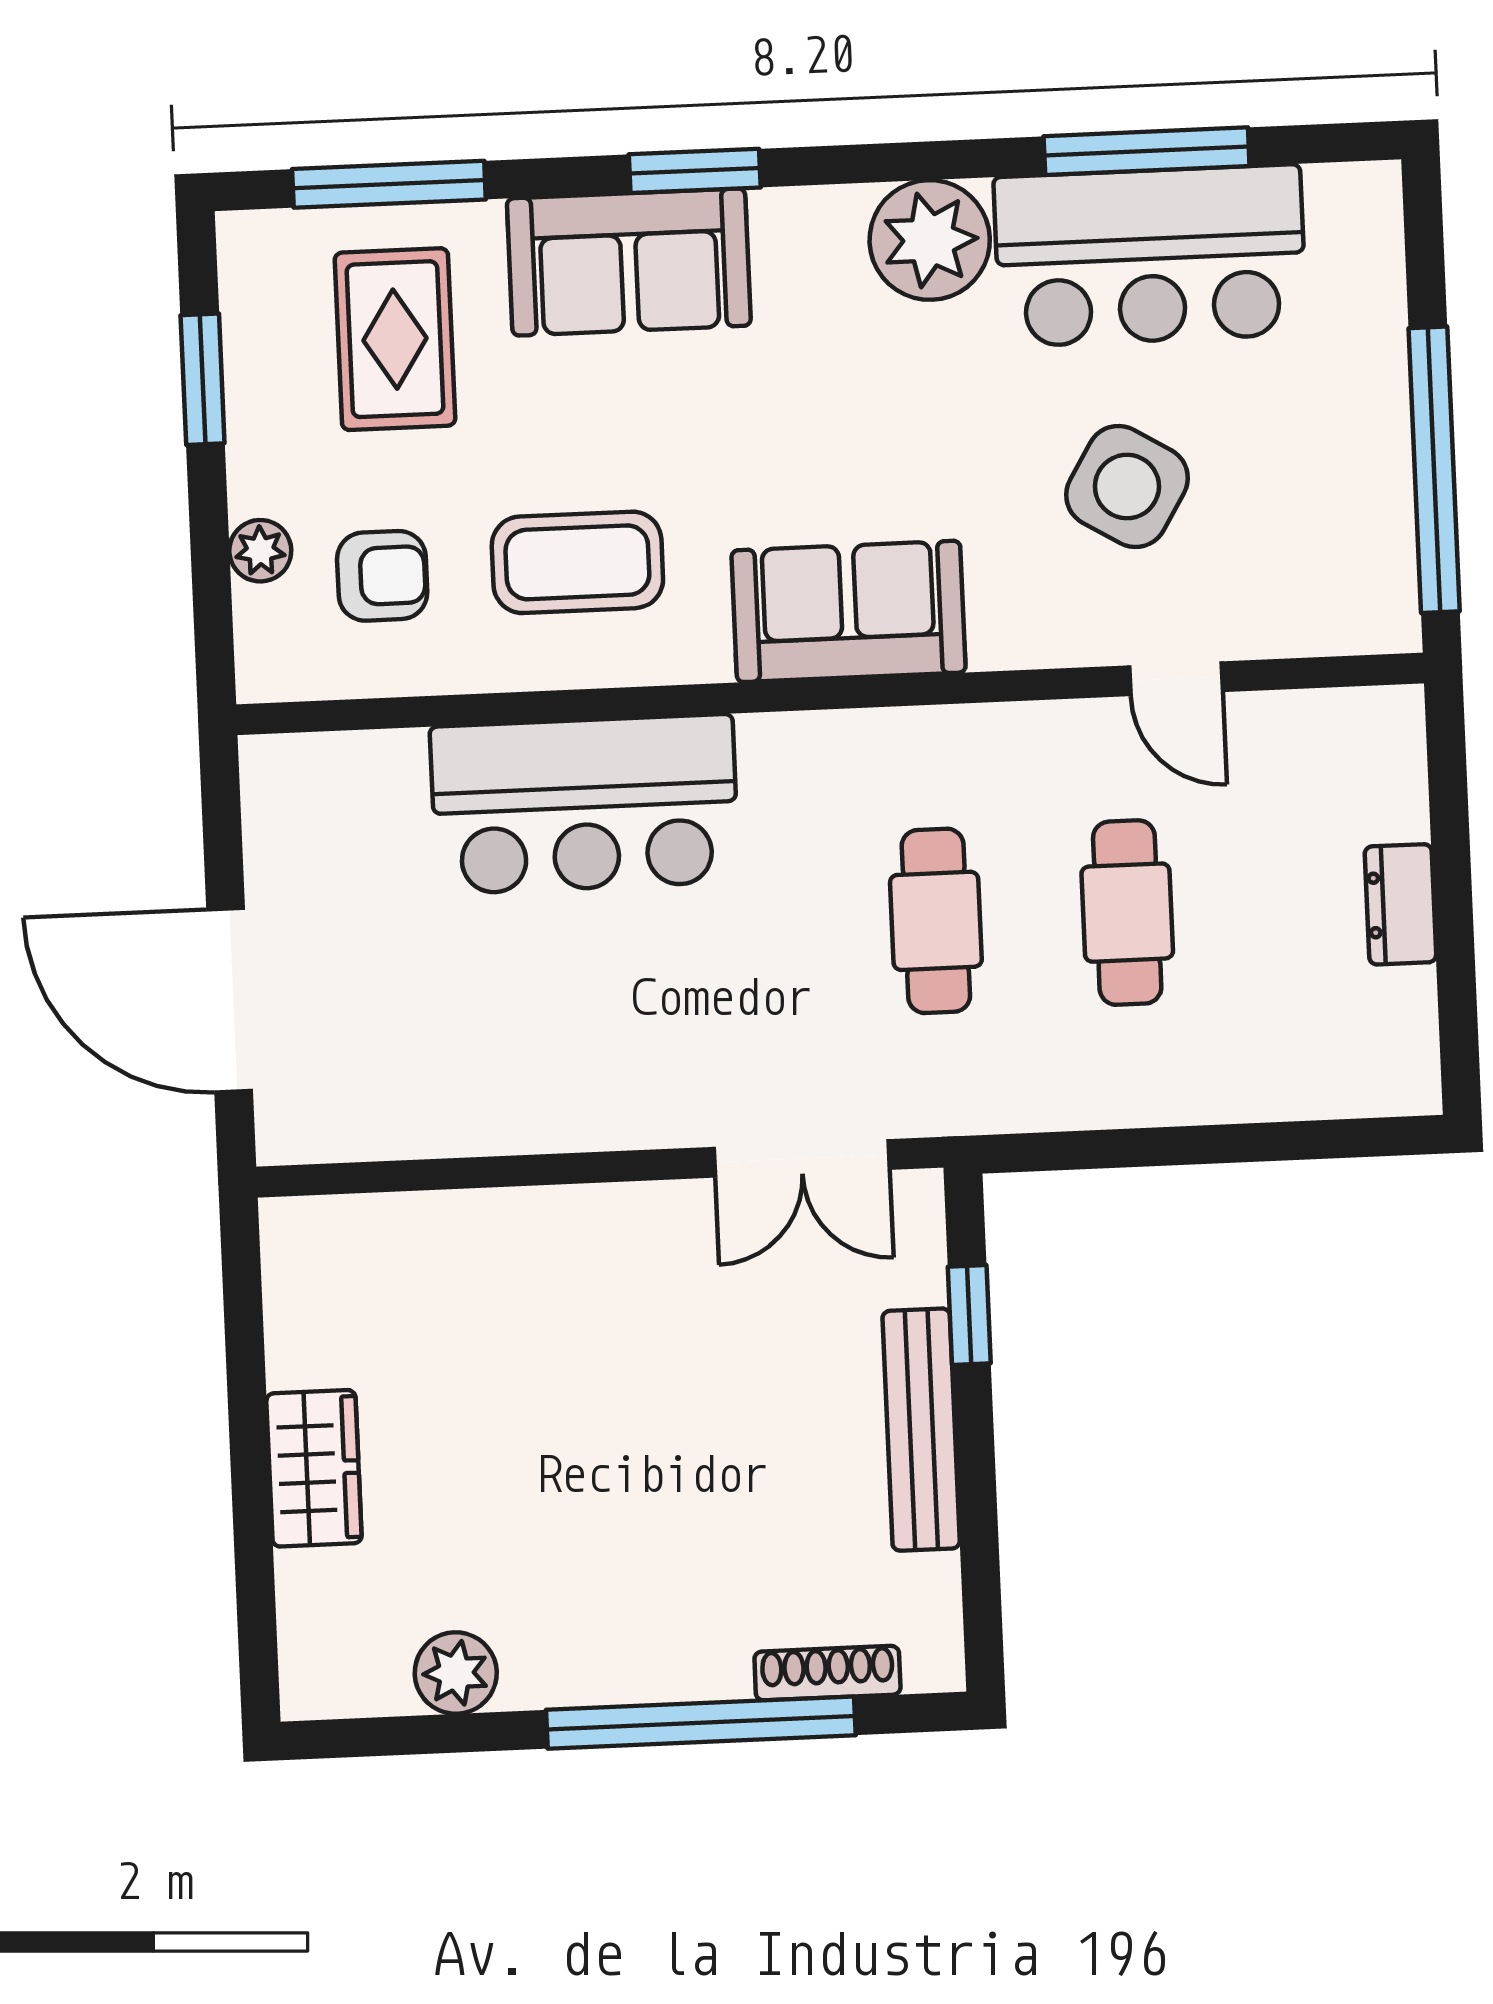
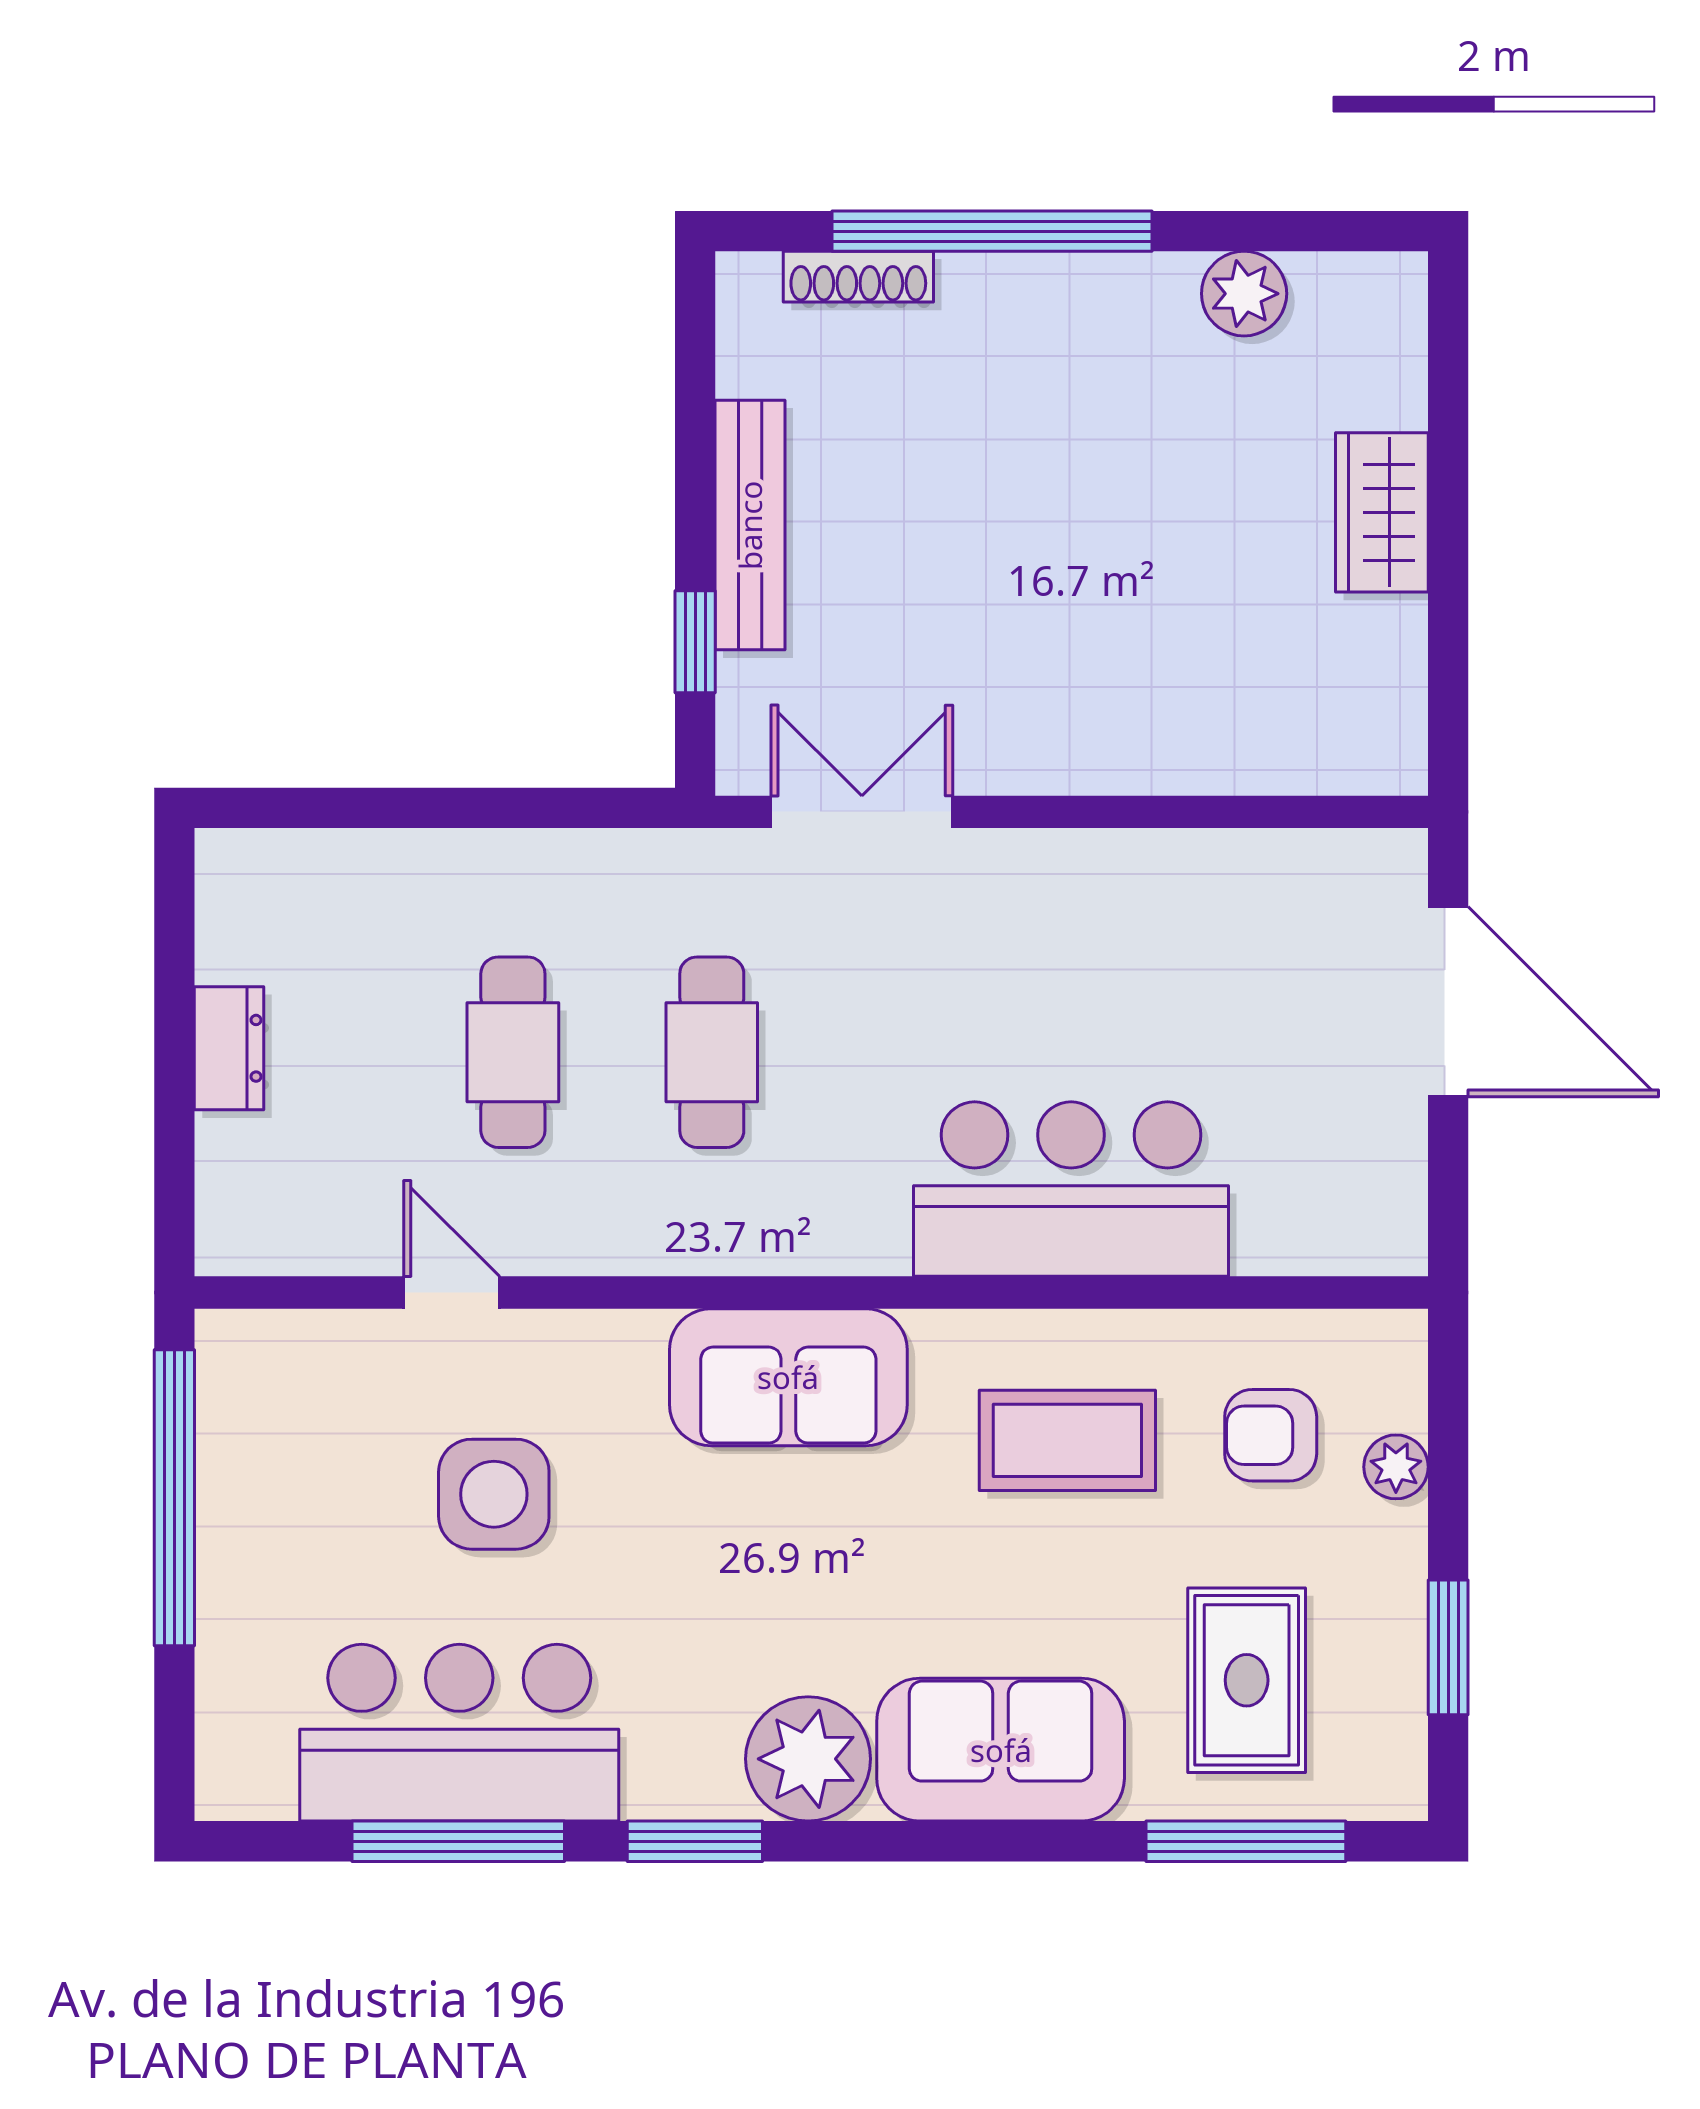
window: (695, 171) -> (695, 1841), moved
plant: (930, 240) -> (808, 1759), moved
side table: (1127, 487) -> (494, 1494), turned -31

